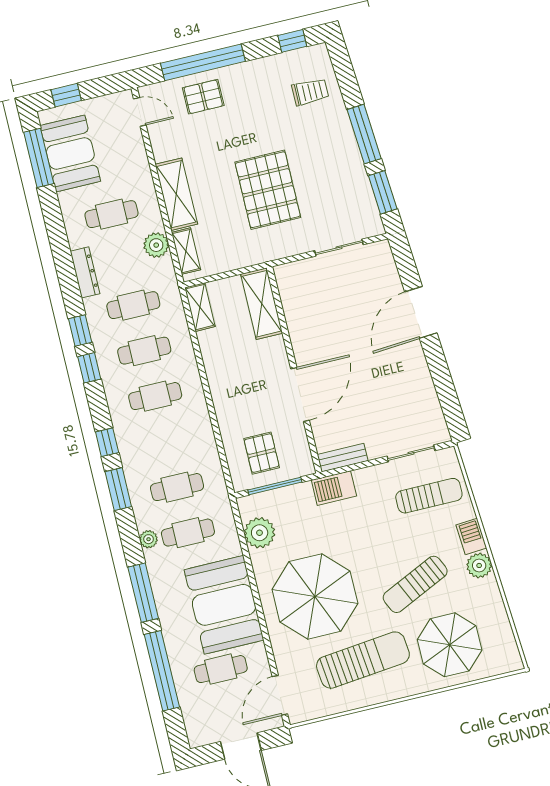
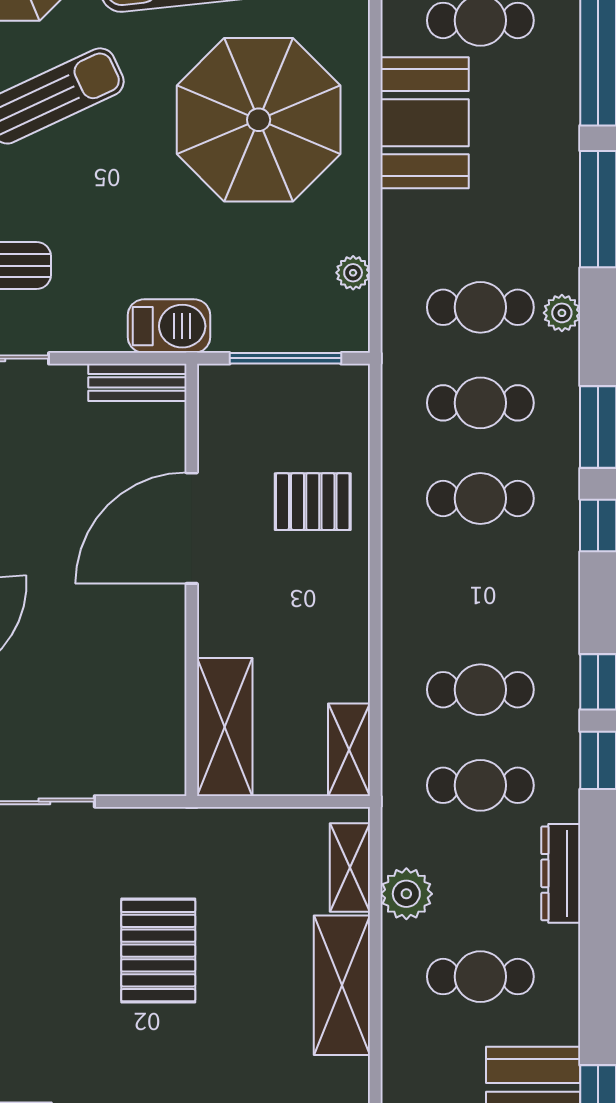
pallet: (268, 190) -> (158, 951), width x0.73, depth x0.71
cafe table: (155, 396) -> (480, 498), moved
pallet: (262, 453) -> (313, 502), moved, turned 90
plant: (260, 533) -> (353, 273), width x0.53, depth x0.53
booth: (224, 605) -> (425, 123), width x0.73, depth x0.70

